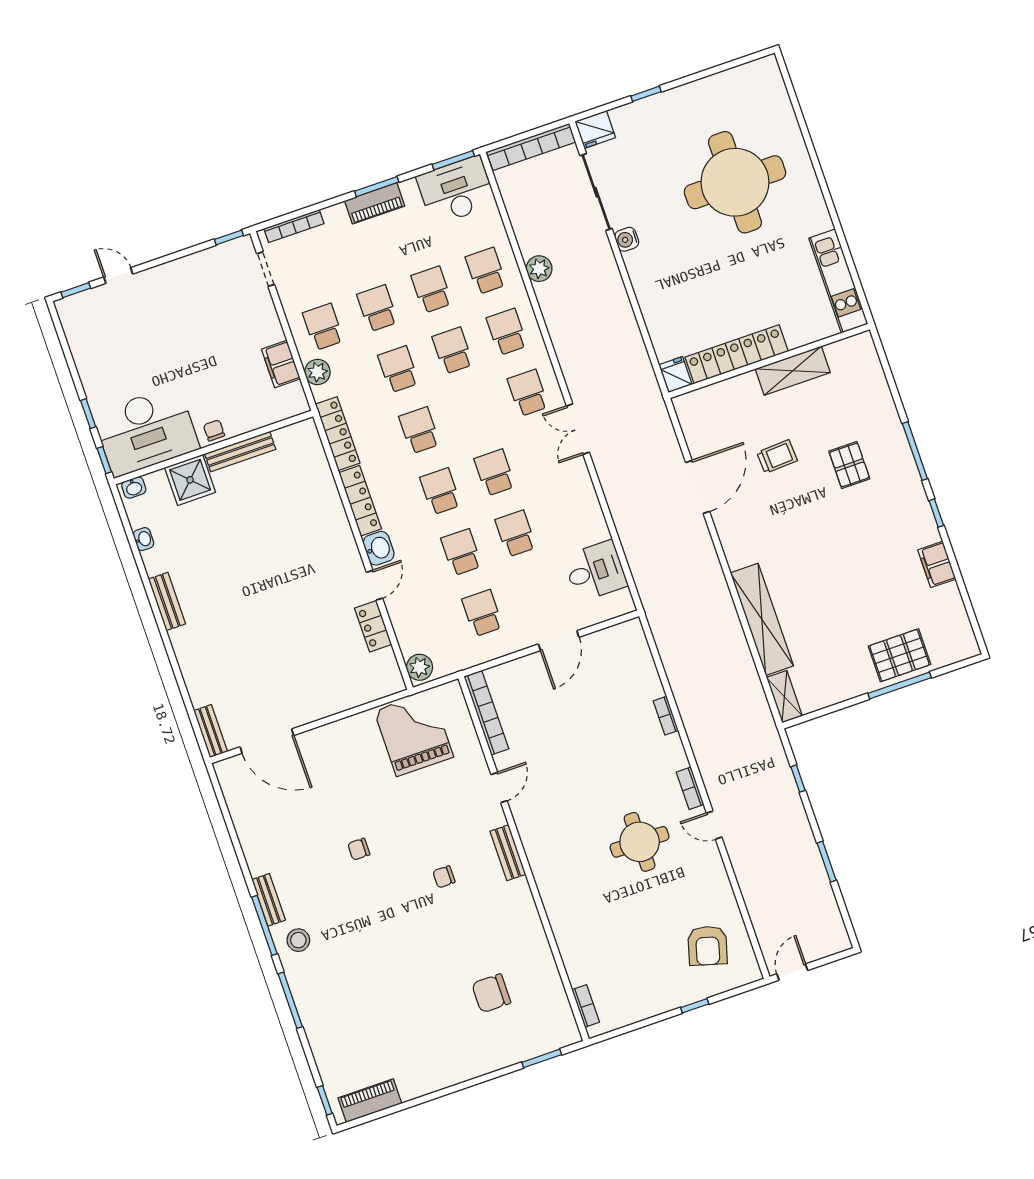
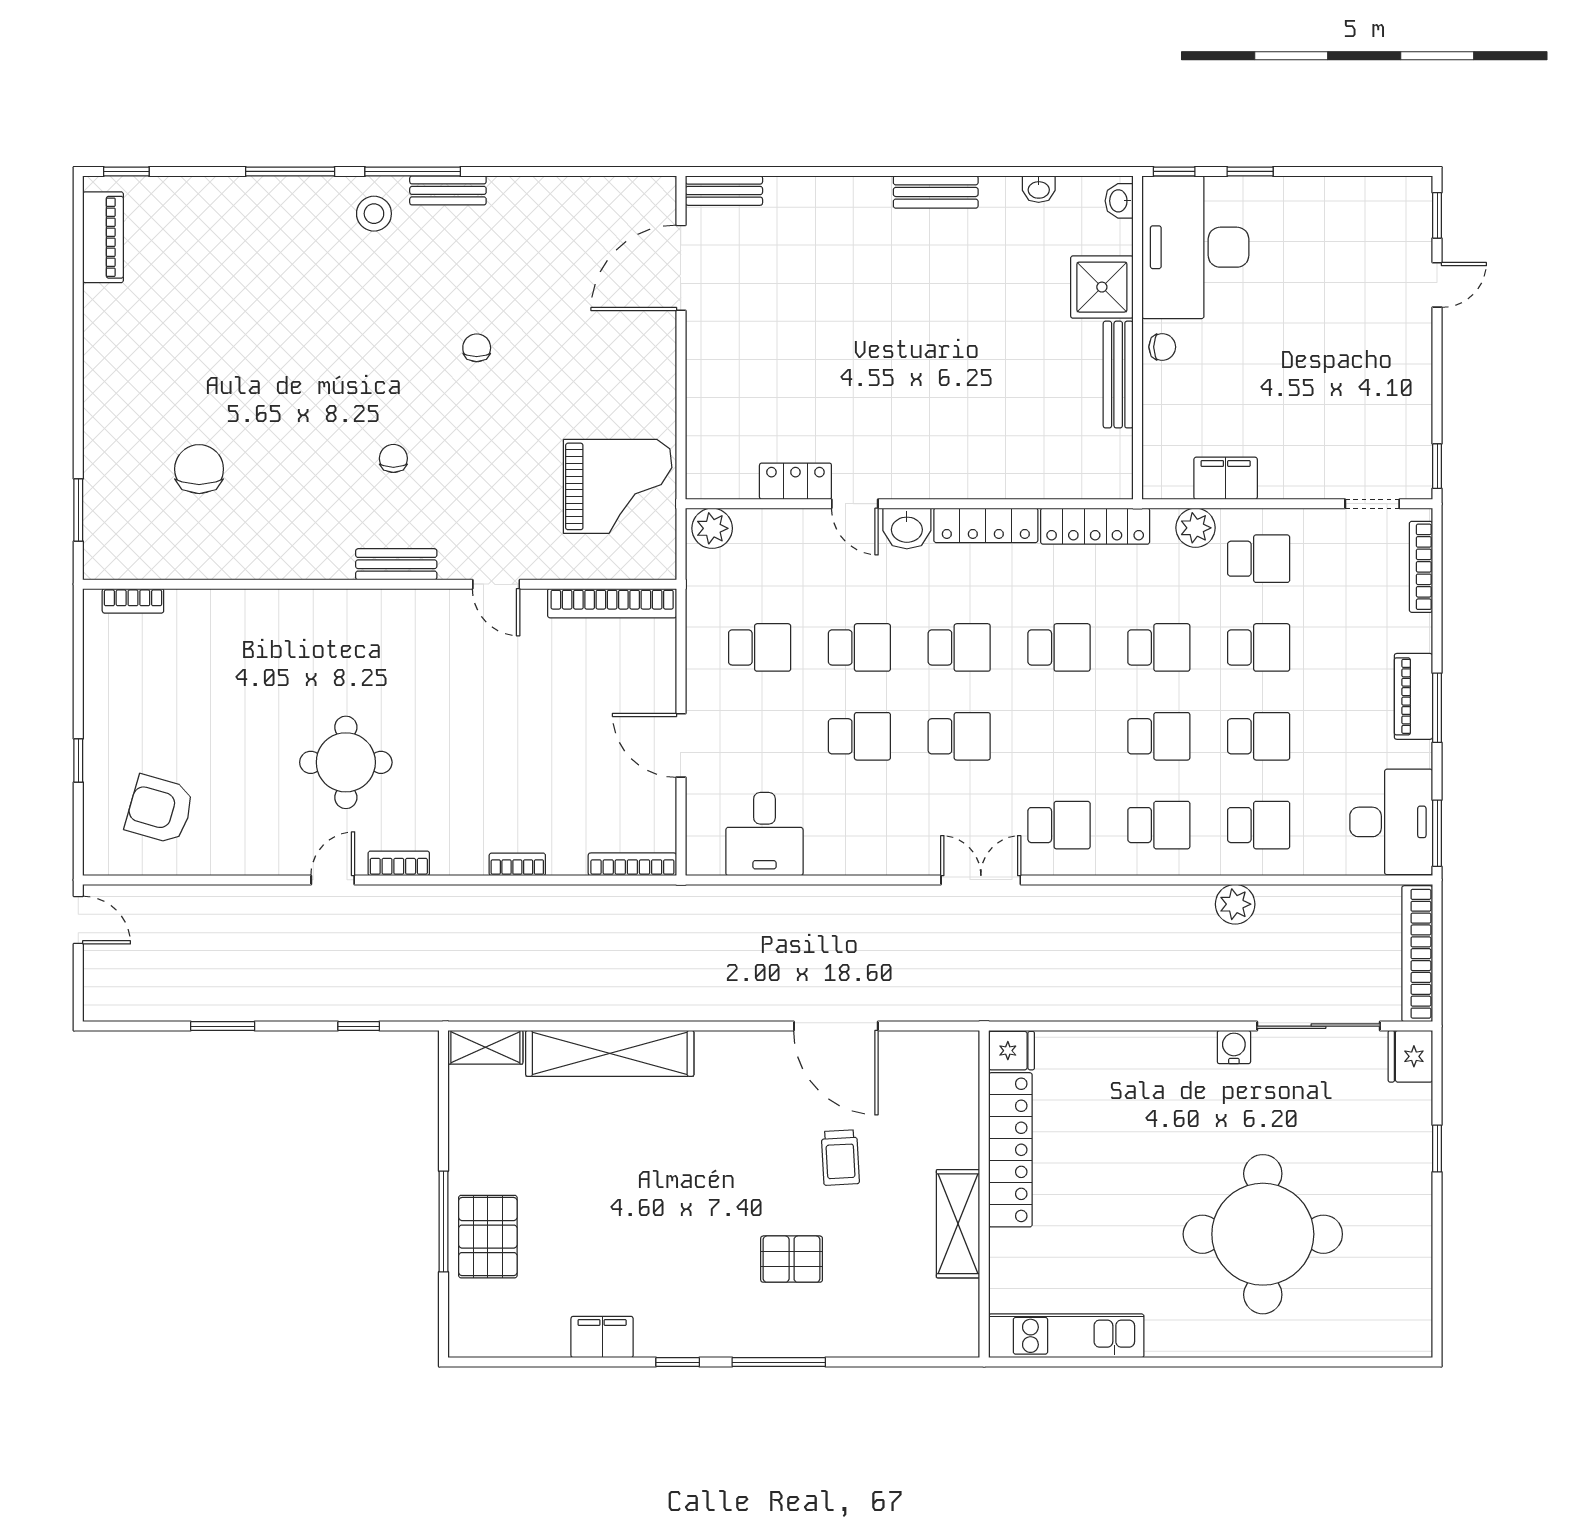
bookcase: (642, 645) -> (632, 864), added

